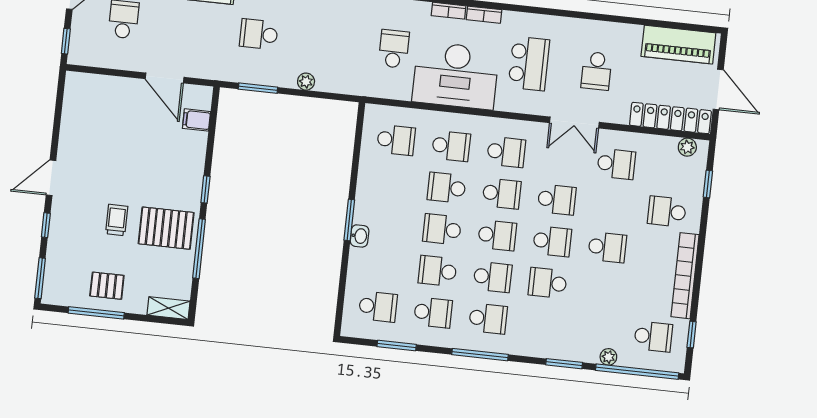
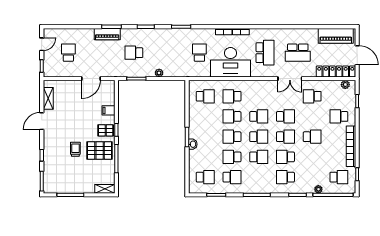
school desk: (596, 71) -> (298, 53), width x1.85
door: (165, 78) -> (91, 79), hinge flipped
shelving: (72, 109) -> (48, 98), added
filing cabinet: (197, 120) -> (109, 110), moved
school desk: (451, 146) -> (232, 96), turned 180
school desk: (506, 152) -> (259, 96), removed
school desk: (616, 164) -> (312, 96), turned 180
door: (51, 178) -> (42, 121), moved
pallet: (107, 286) -> (106, 130), moved
school desk: (488, 319) -> (285, 177), moved, turned 180

